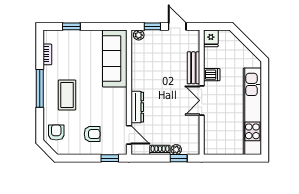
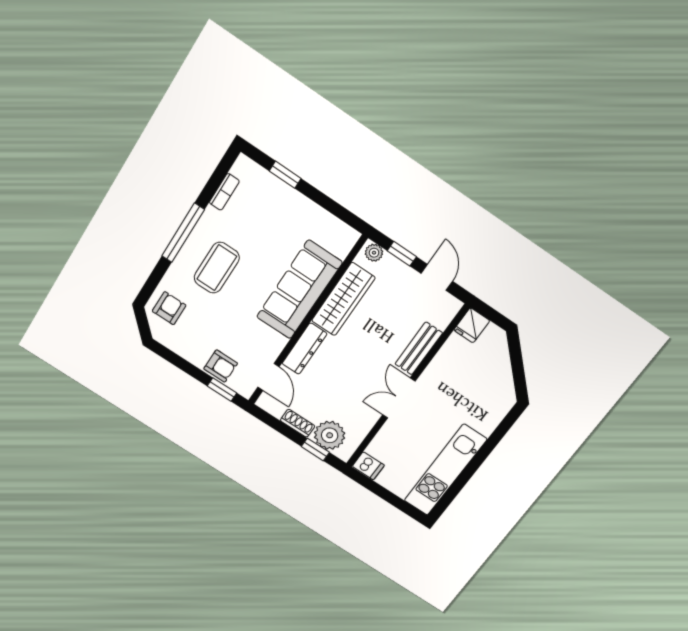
sofa: (115, 58) -> (299, 290), moved
wardrobe: (139, 68) -> (343, 299), added
dishwasher: (212, 75) -> (368, 466), moved
kitchen unit: (252, 111) -> (445, 470), width x0.73
armchair: (92, 134) -> (221, 366), moved
plant: (176, 150) -> (330, 435), width x1.88, depth x1.88

